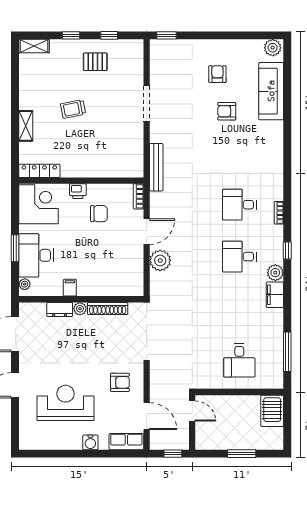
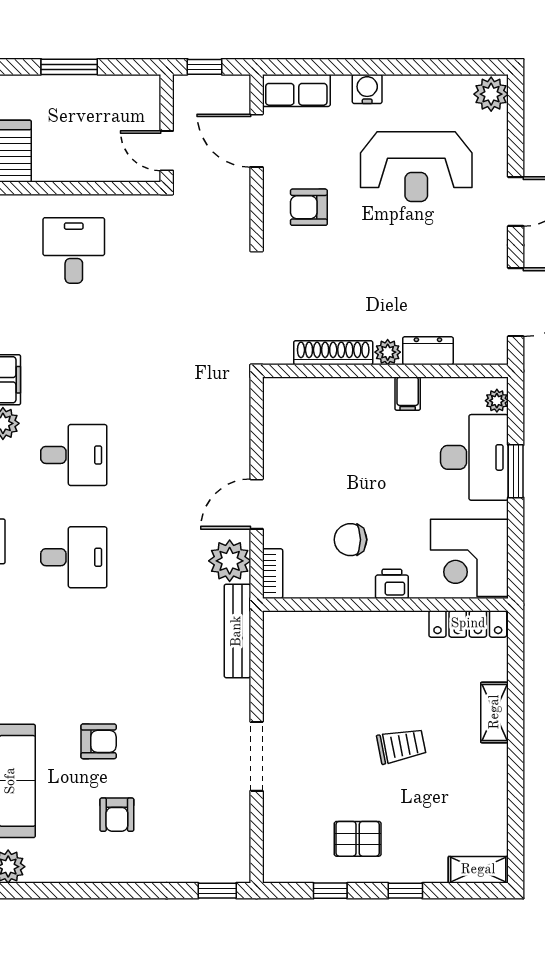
plant: (160, 260) -> (230, 561), moved
plant: (28, 440) -> (491, 94), added

